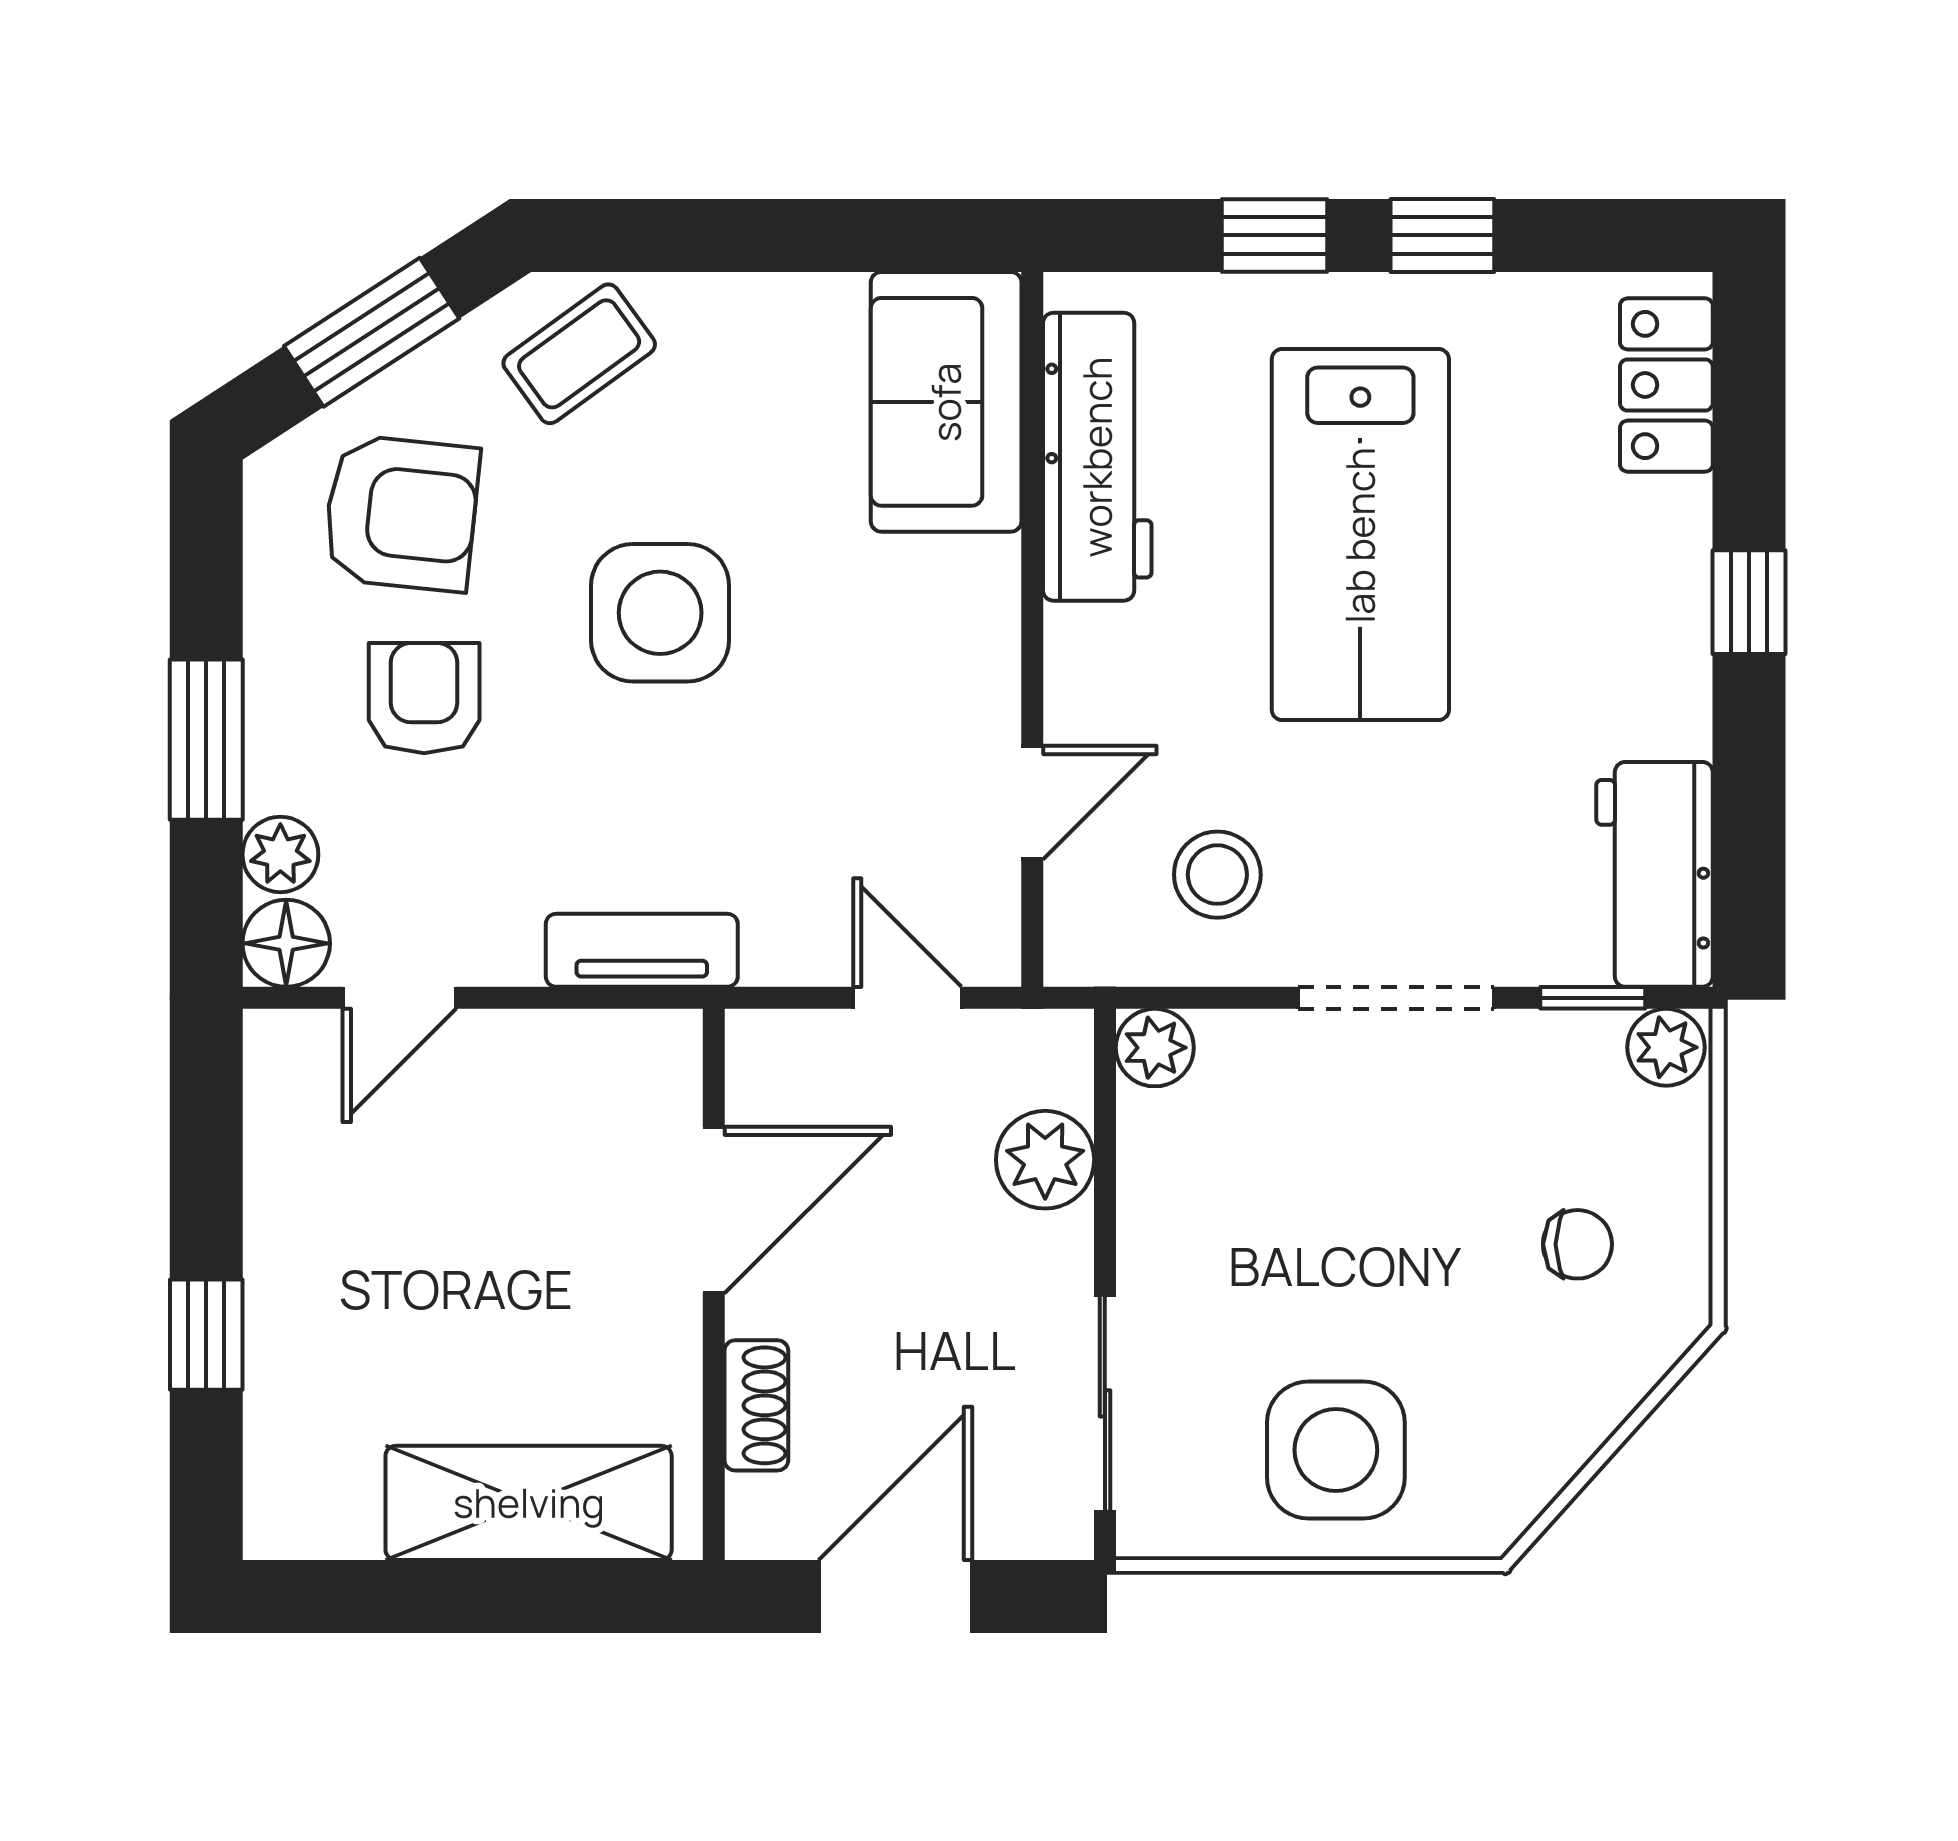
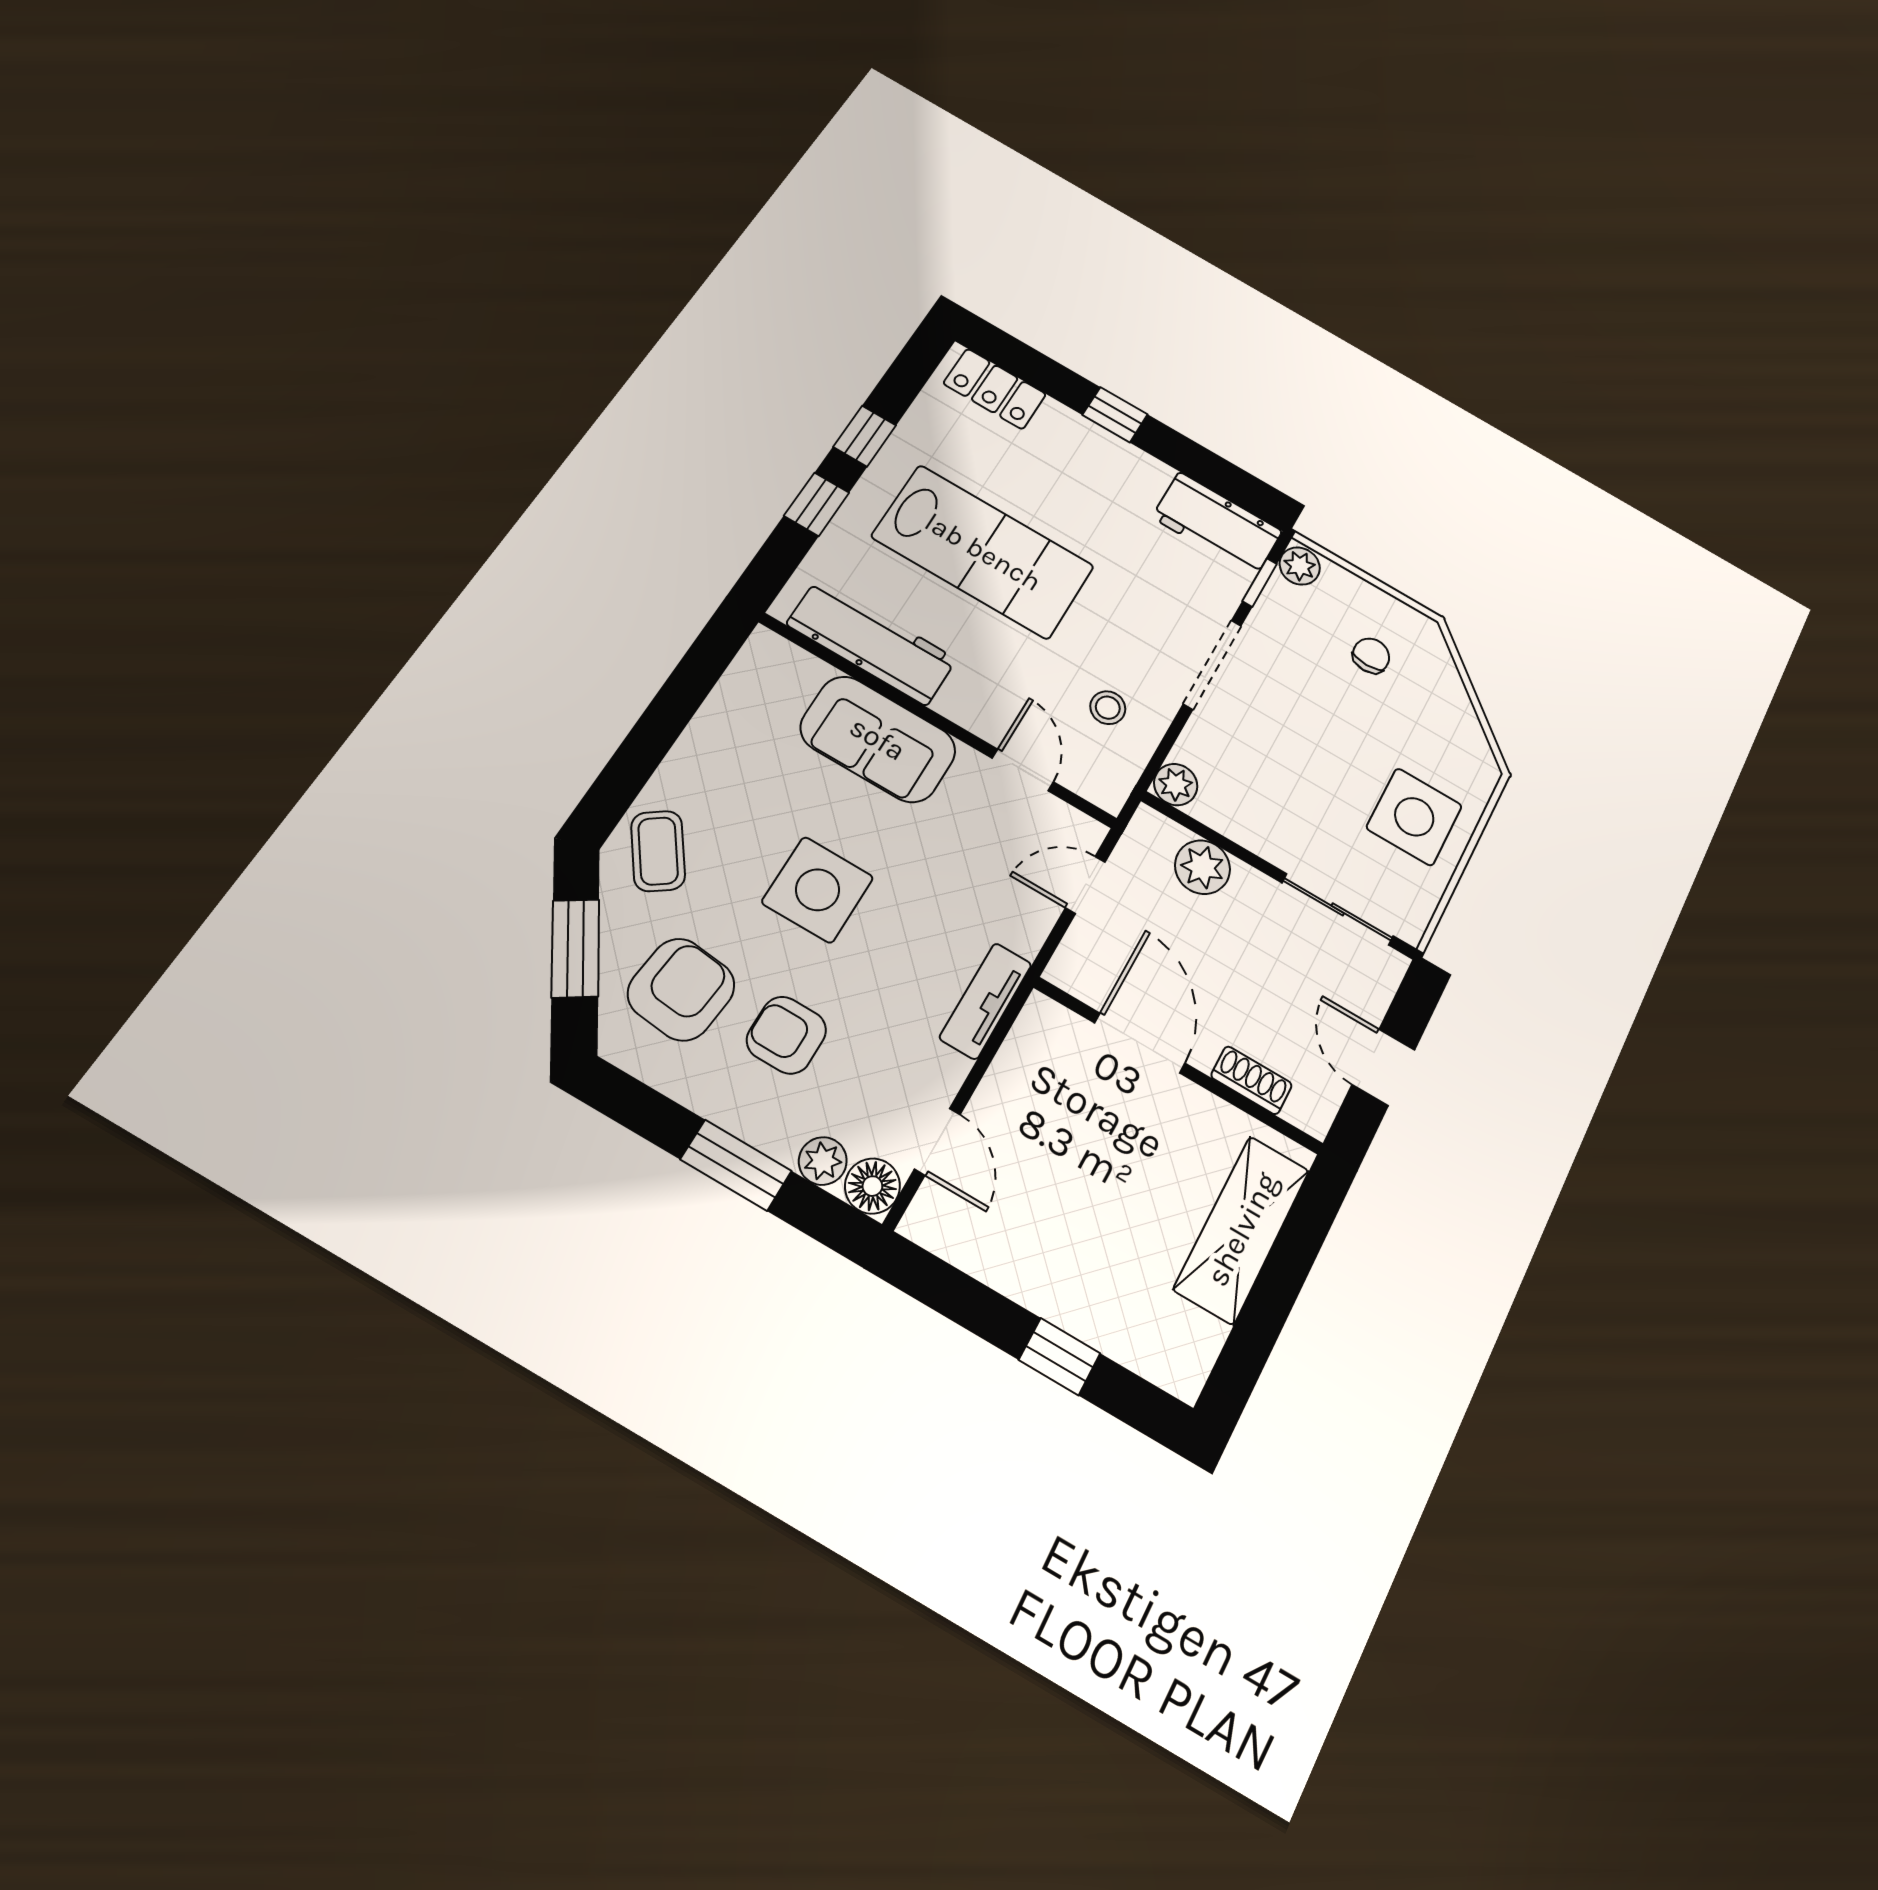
sofa: (946, 402) -> (878, 739), moved
stool: (1217, 875) -> (1108, 708), width x0.73, depth x0.73
door: (895, 1596) -> (1384, 1067), width x0.73

